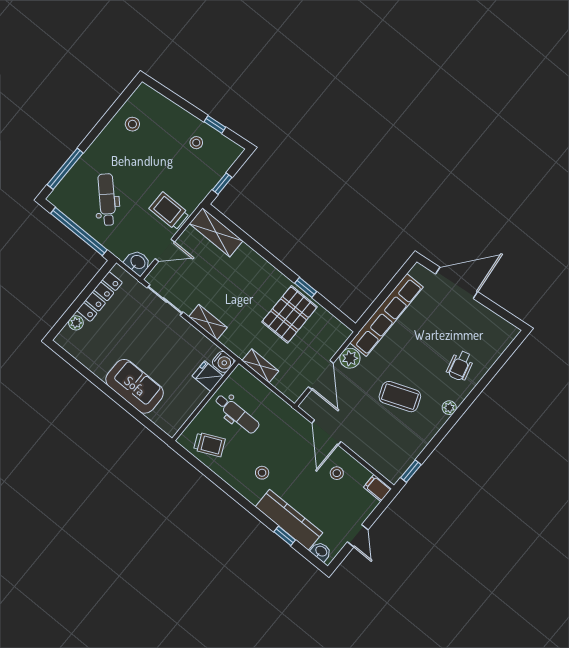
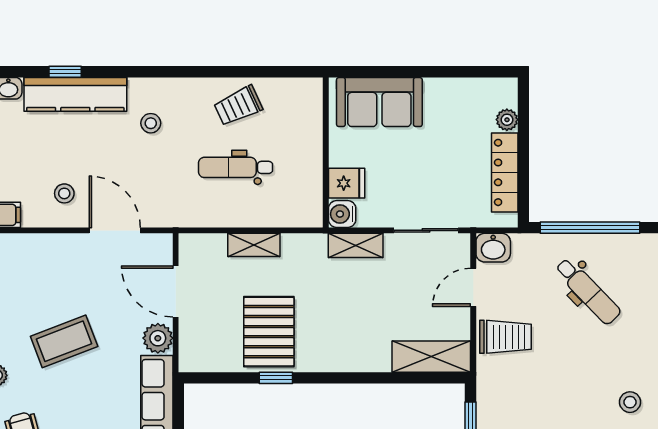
water cooler: (223, 362) -> (342, 214), moved
fridge: (208, 376) -> (347, 183), moved
wall: (205, 401) -> (326, 152), moved

